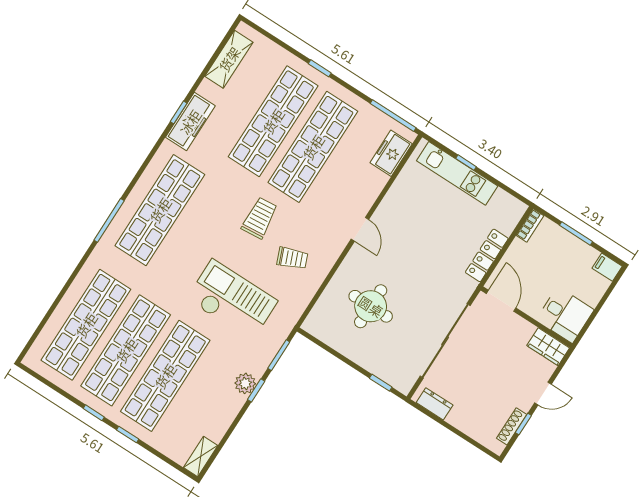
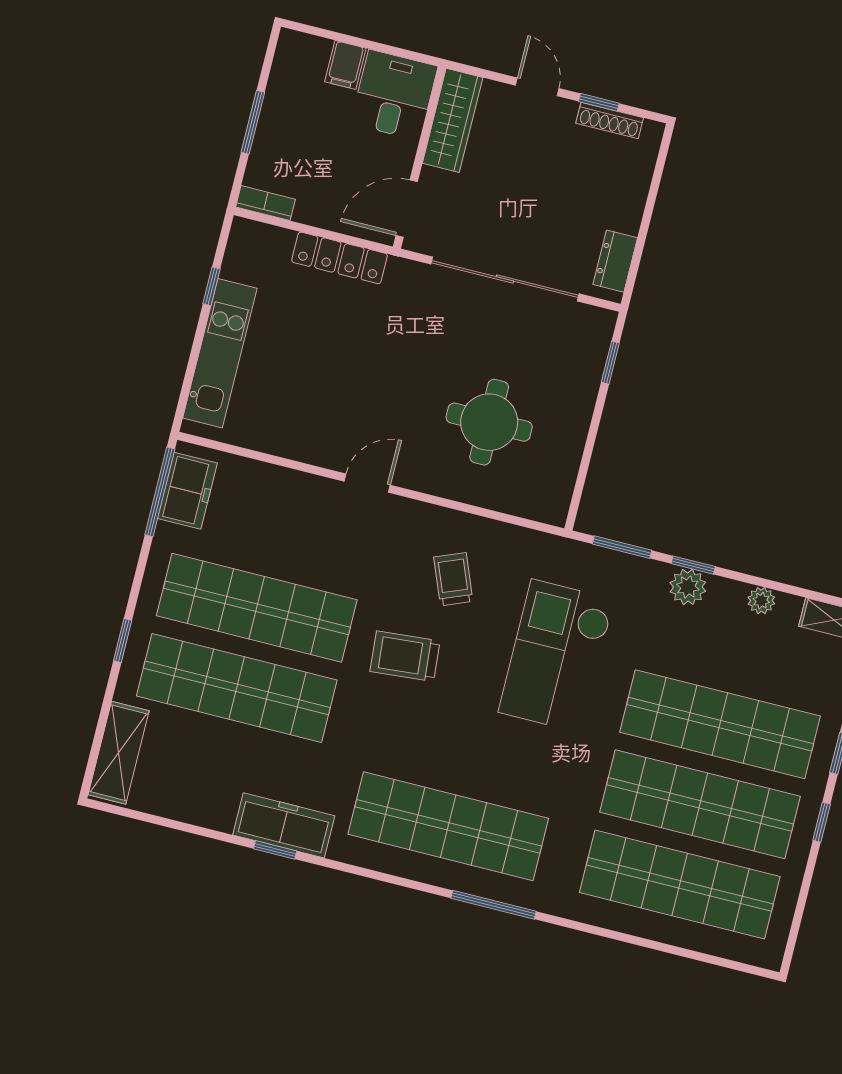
shelving: (229, 59) -> (119, 753), moved, turned 90
freezer: (391, 153) -> (187, 491), moved, turned -90
window: (466, 163) -> (212, 286), moved
filing cabinet: (607, 267) -> (345, 65), moved
wardrobe: (548, 347) -> (453, 120), width x1.50
plant: (224, 421) -> (761, 601), added

